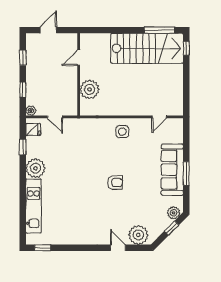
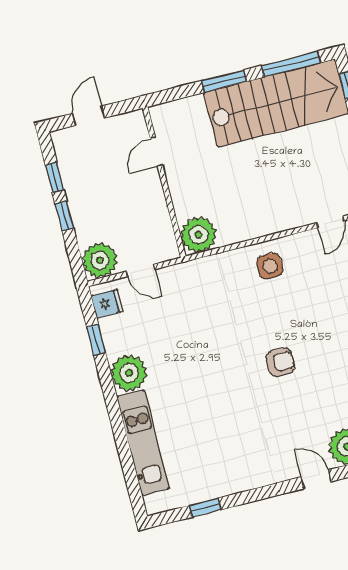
window: (123, 30) -> (224, 81), added
plant: (90, 89) -> (198, 235), moved
window: (23, 90) -> (64, 216), moved
plant: (31, 111) -> (100, 260), width x1.87, depth x1.87
window: (43, 248) -> (205, 508), moved

